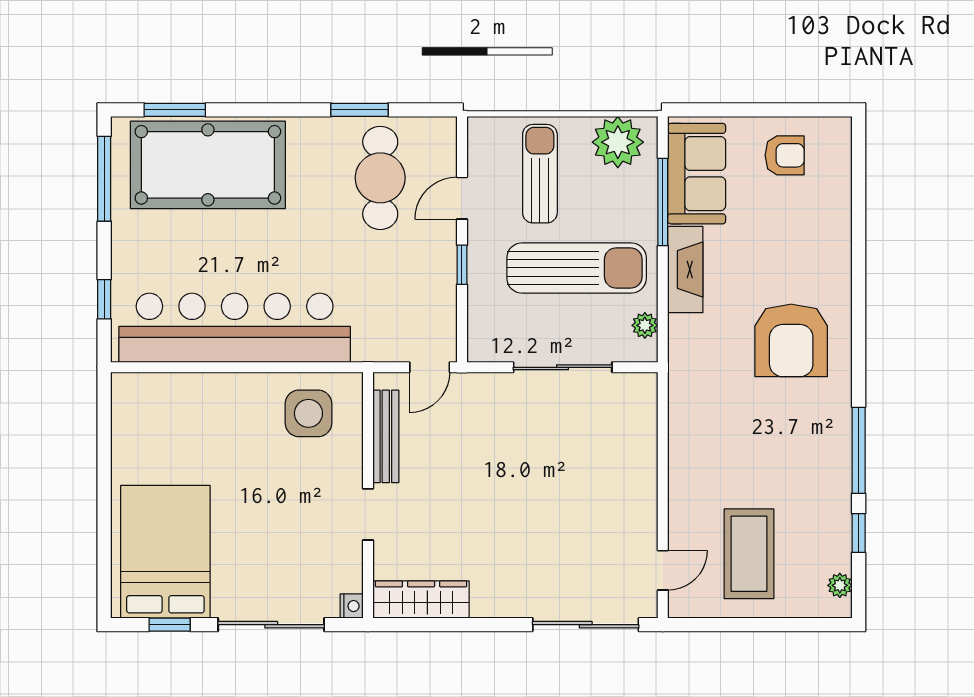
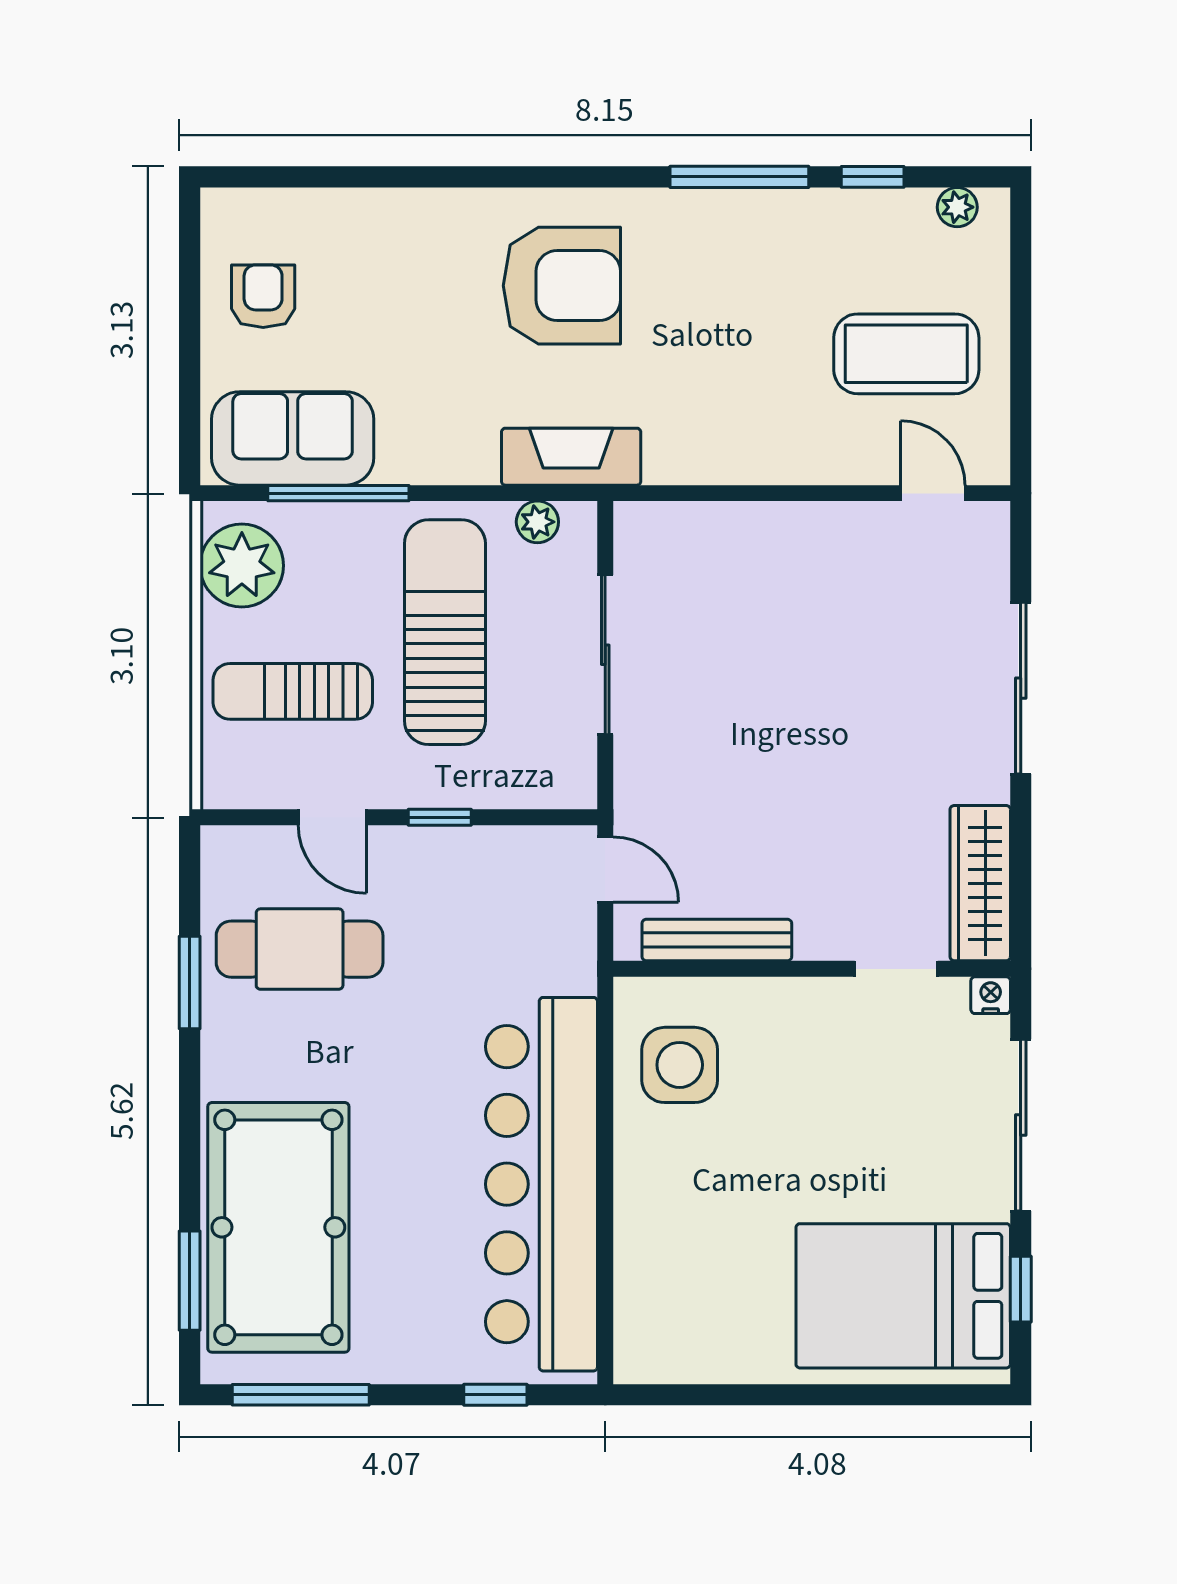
fireplace: (685, 270) -> (571, 457), moved
doorway: (368, 514) -> (896, 969), moved
sliding door: (586, 625) -> (1021, 688), moved

